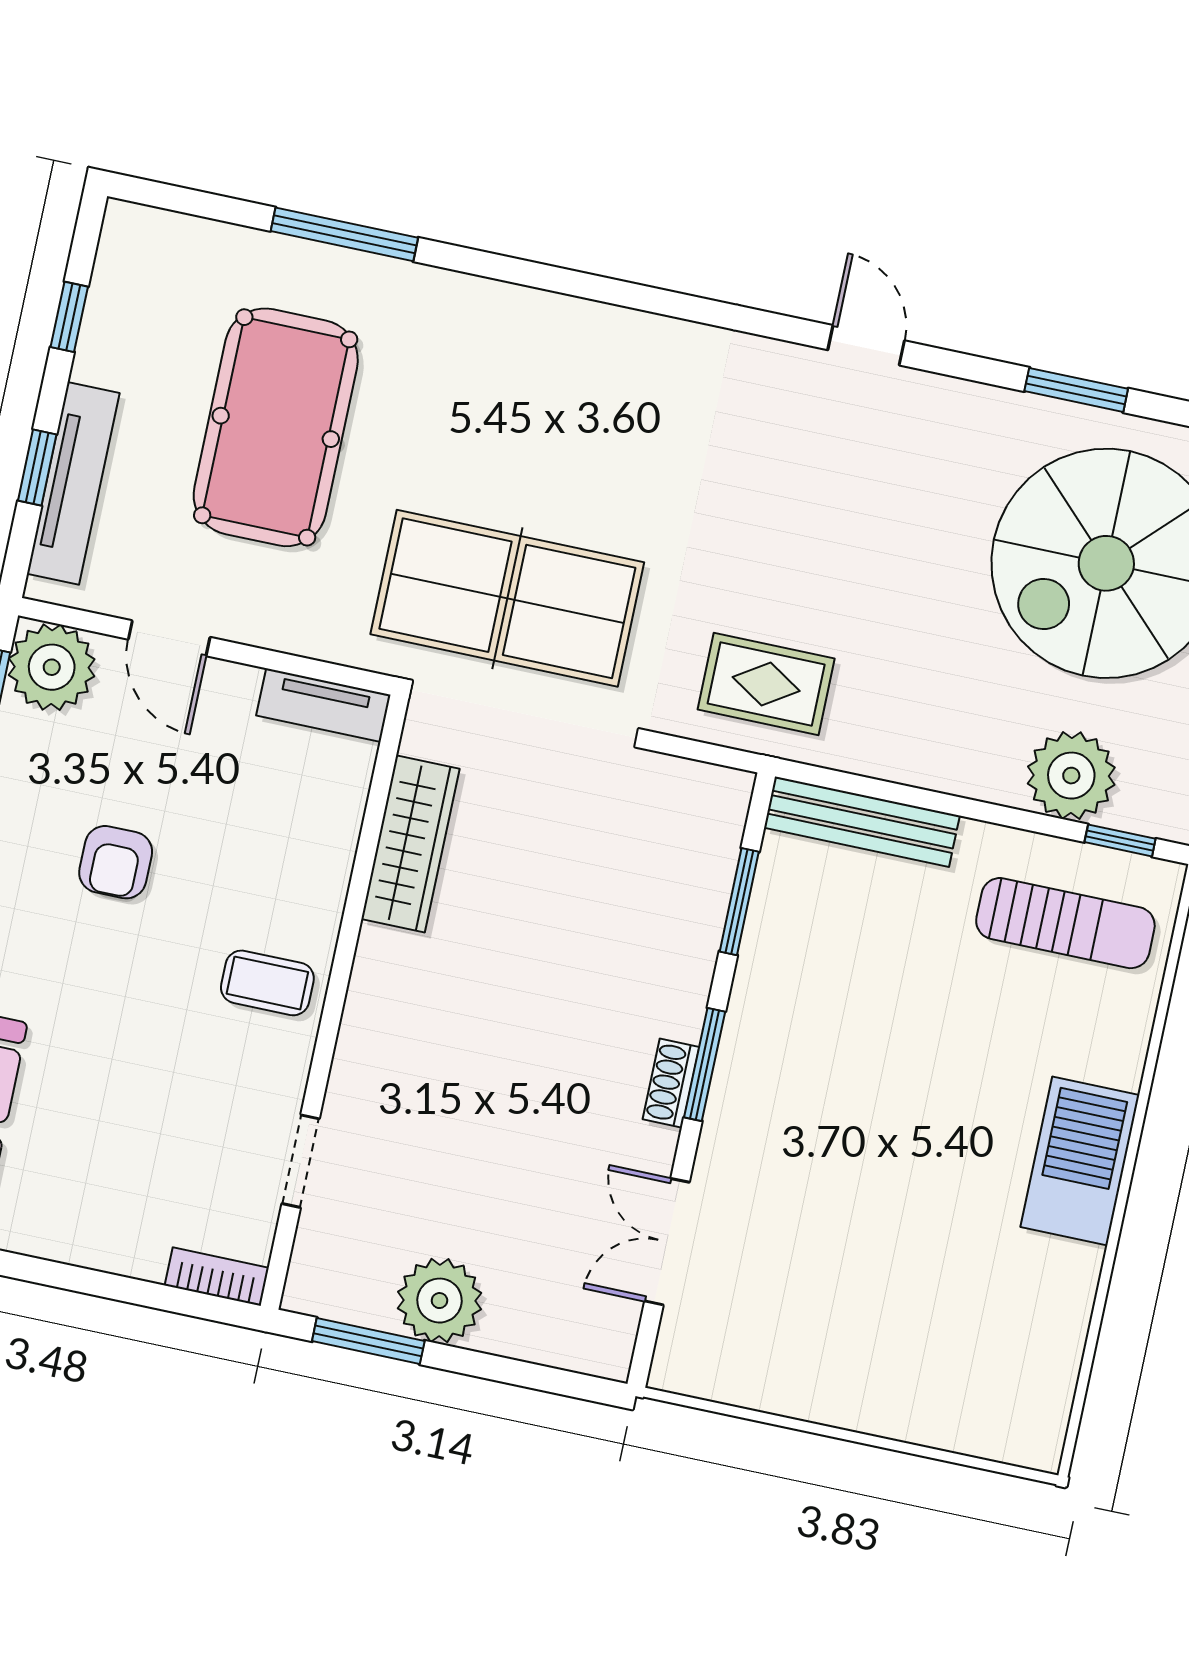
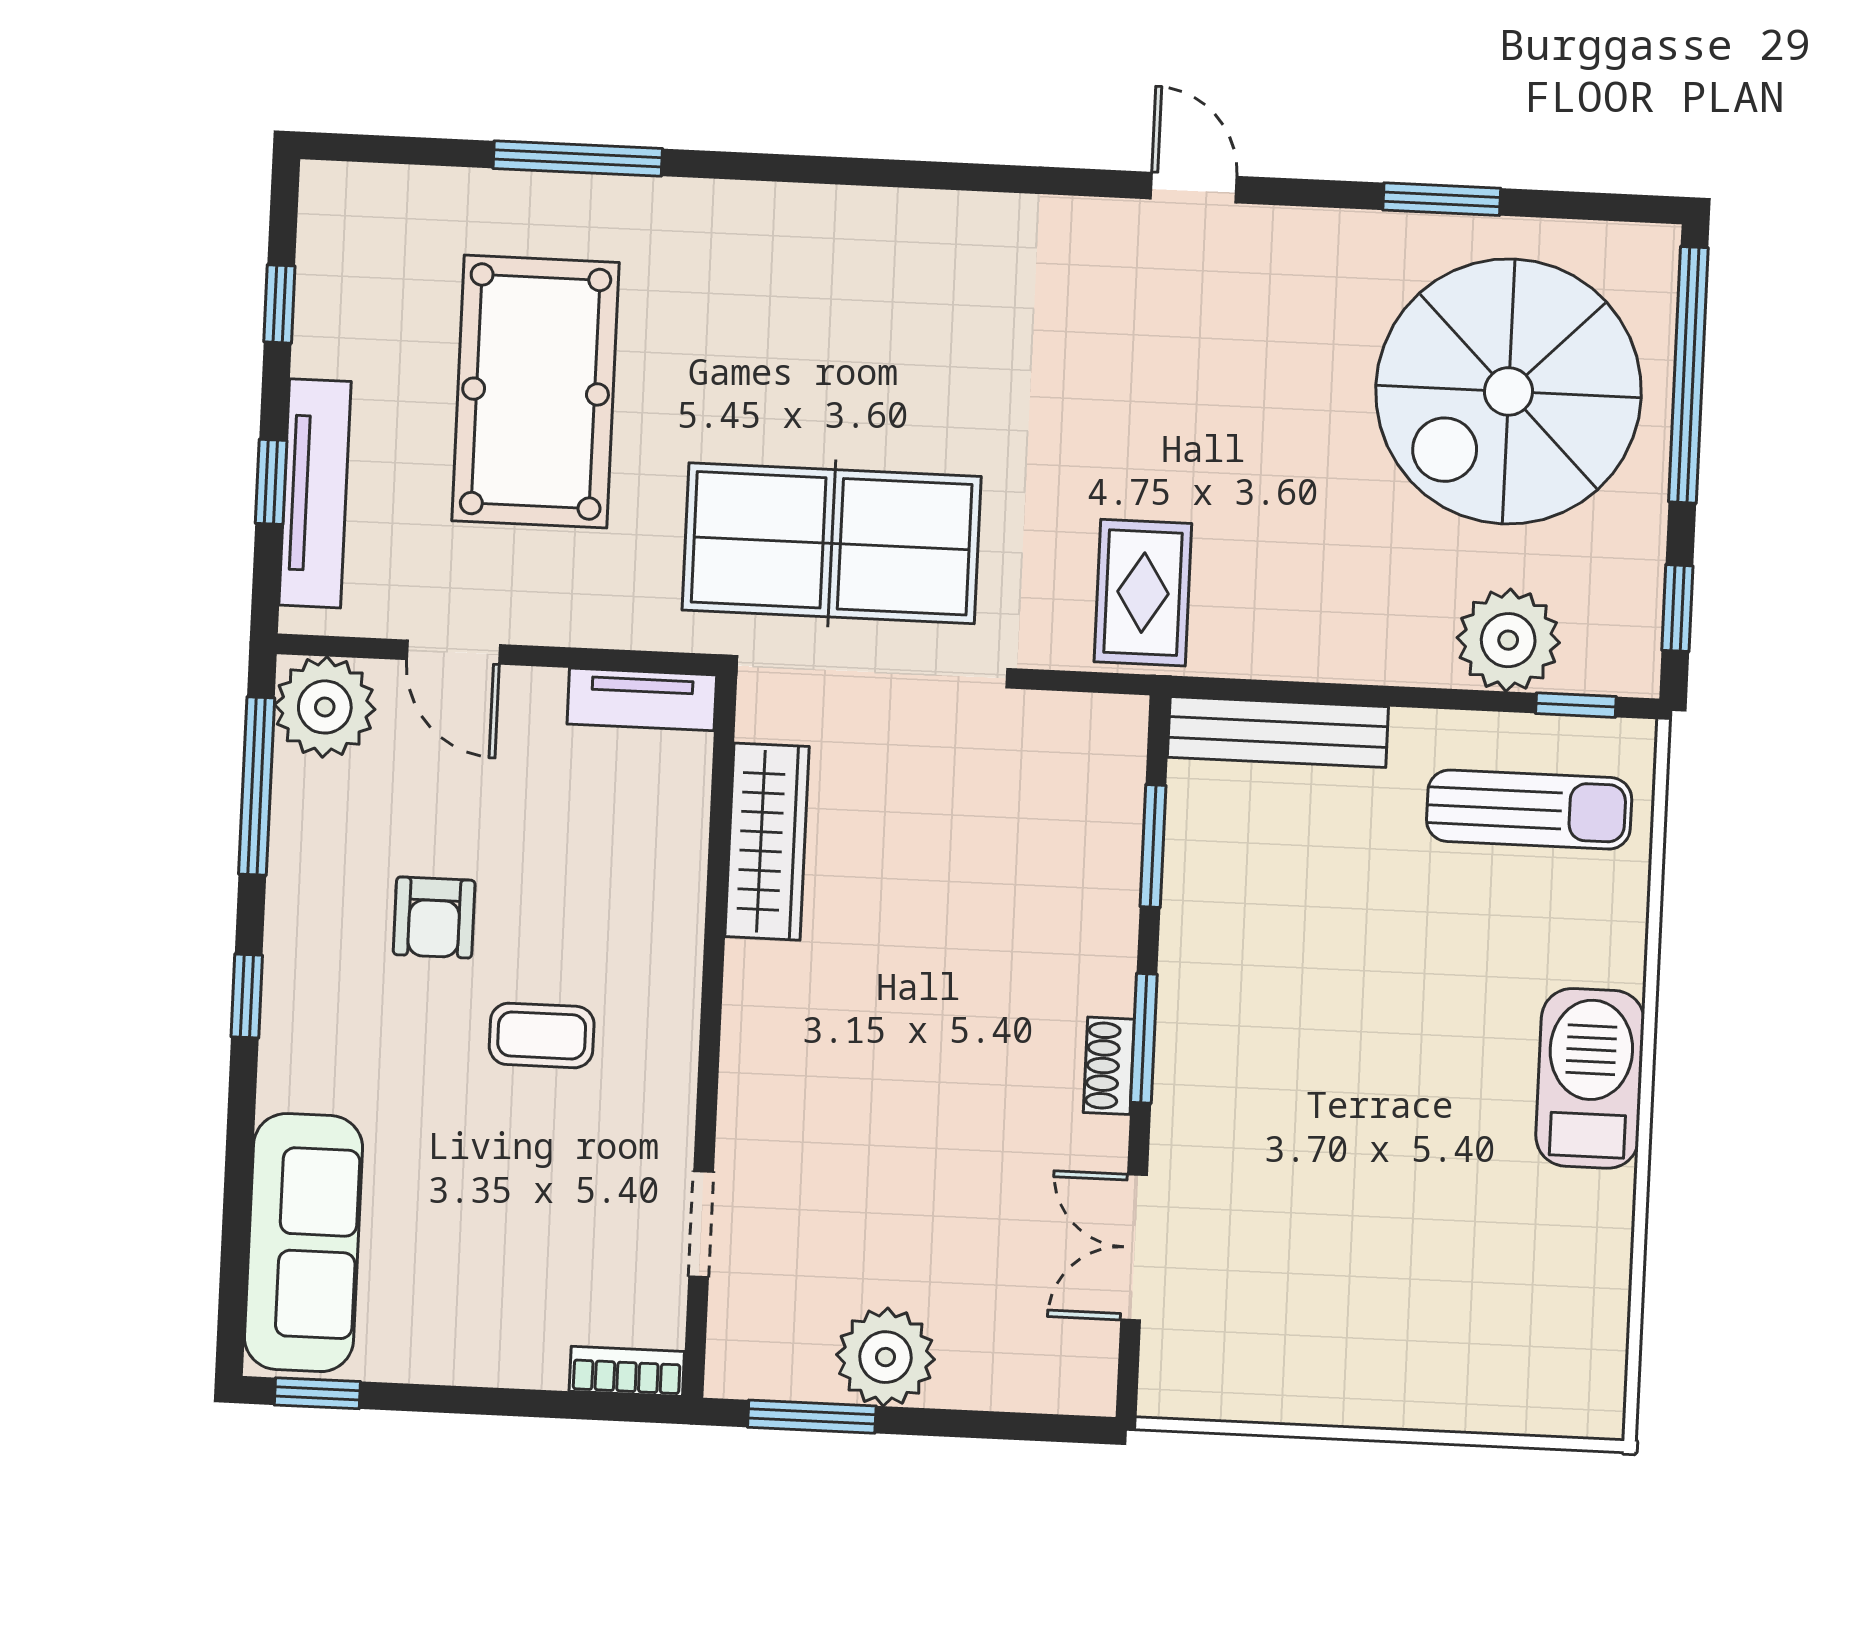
rug: (766, 684) -> (1143, 593), turned 90
coffee table: (267, 983) -> (542, 1035), moved

